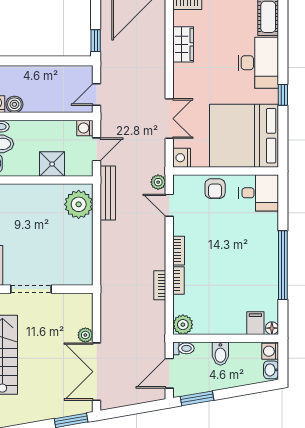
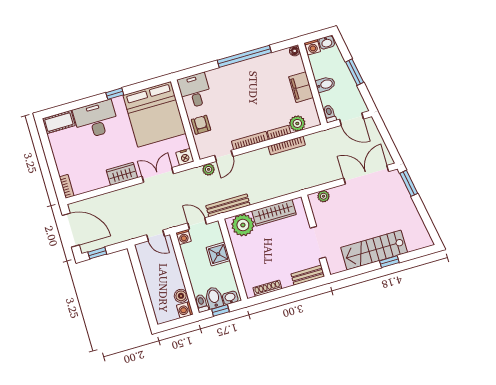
window: (96, 41) -> (97, 253), moved
wardrobe: (183, 44) -> (122, 174), moved
armchair: (215, 189) -> (201, 125), turned -90
wardrobe: (83, 246) -> (274, 213), added
bookcase: (179, 251) -> (250, 141), width x1.56
bookcase: (160, 285) -> (287, 146), width x1.56
filing cabinet: (255, 323) -> (301, 87), moved, width x2.00
plant: (183, 325) -> (297, 123), moved
plant: (85, 335) -> (324, 196), moved
double door: (96, 372) -> (366, 175), swing flipped
window: (197, 398) -> (355, 72), moved

